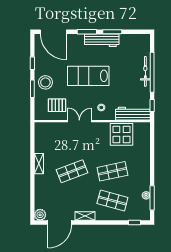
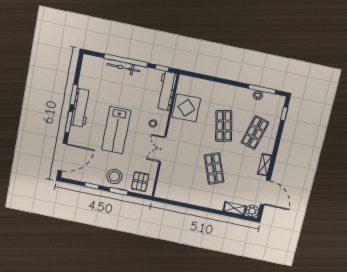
pallet: (57, 105) -> (140, 182), moved
shelving: (39, 164) -> (235, 208), moved

